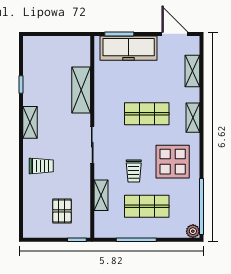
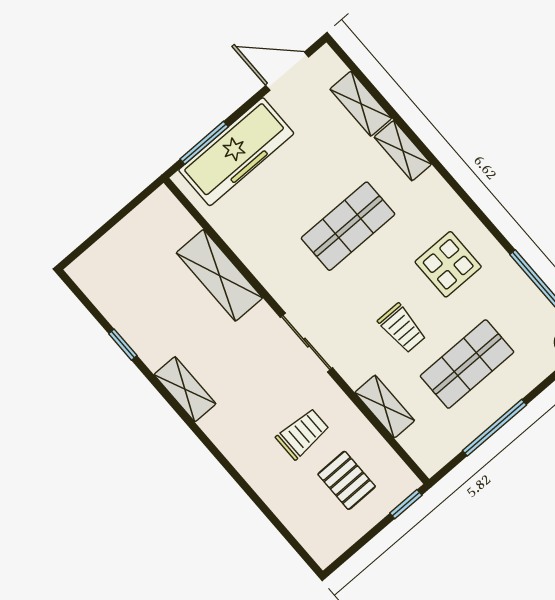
shelving: (193, 118) -> (403, 151), moved
display table: (173, 162) -> (448, 264), width x0.73, depth x0.73
trolley: (41, 166) -> (303, 434), moved

